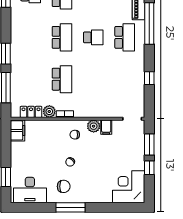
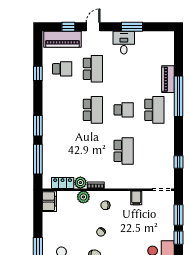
window: (149, 78) -> (179, 162), moved
school desk: (62, 79) -> (124, 151), moved
plant: (94, 126) -> (83, 197), moved

